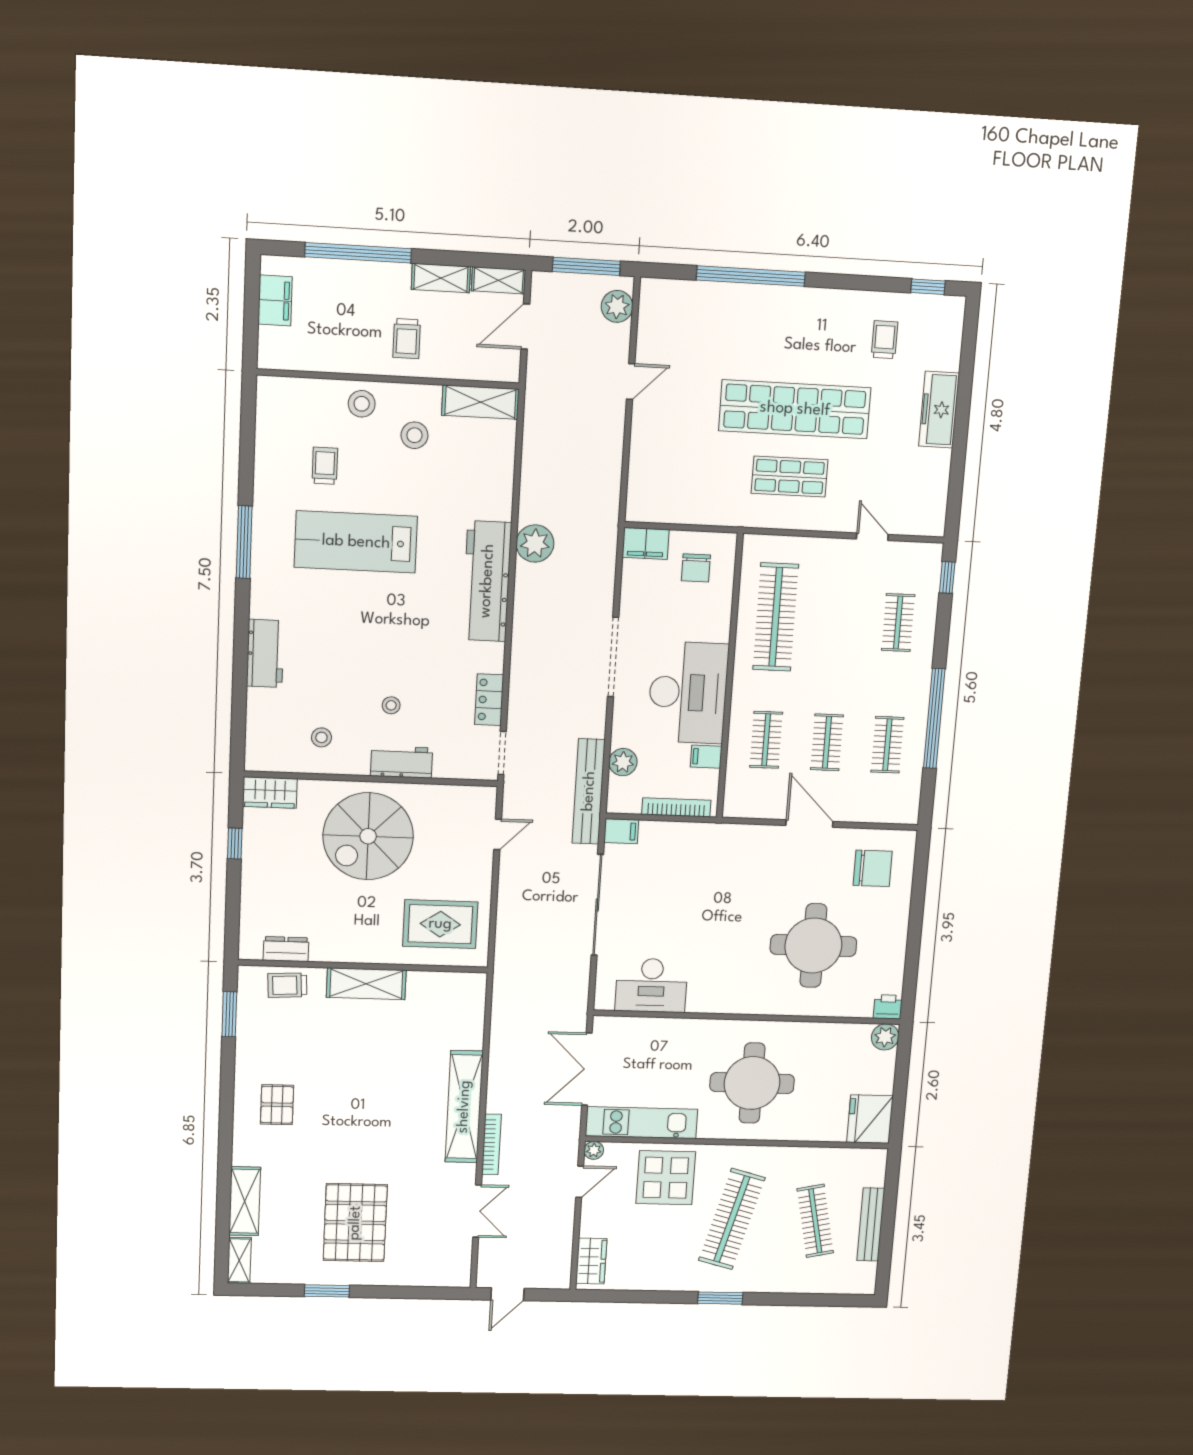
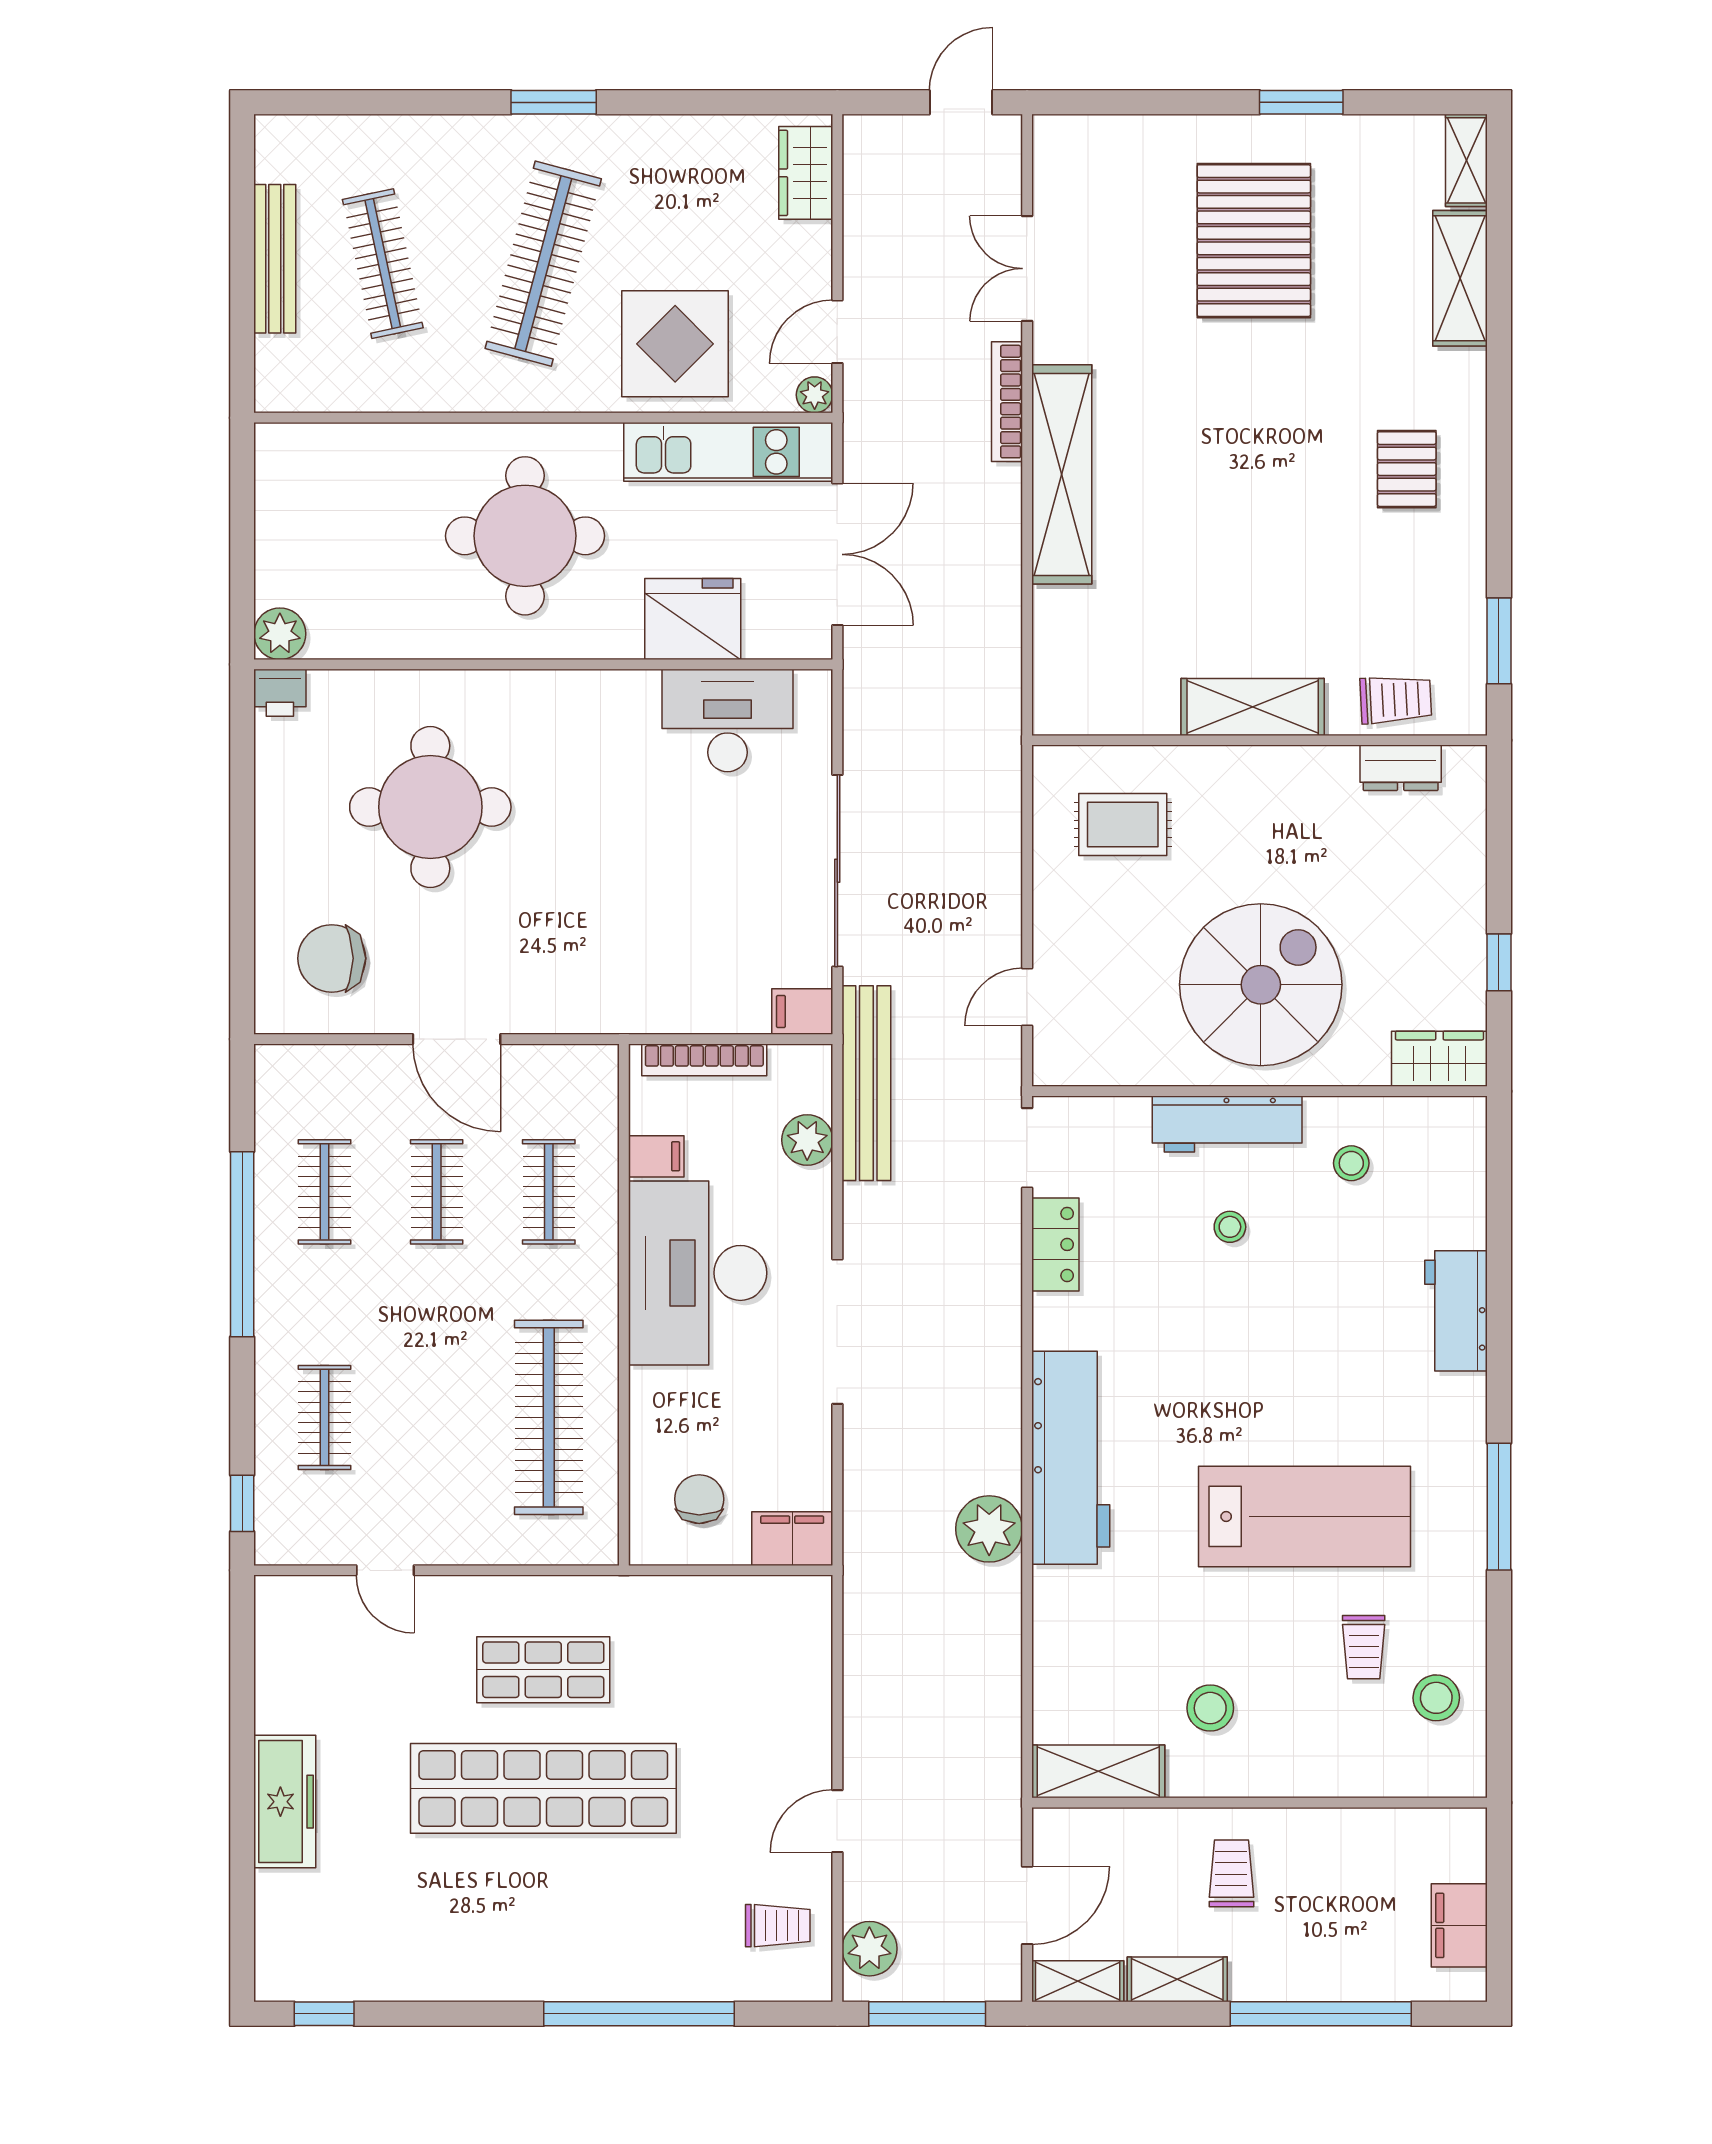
trolley: (885, 340) -> (778, 1926), moved, turned -90
stool: (362, 404) -> (1436, 1698), moved
workbench: (401, 762) -> (1227, 1124), width x1.37
rug: (440, 924) -> (1123, 825), width x0.73, depth x0.70
fridge: (870, 1119) -> (693, 619), moved, turned -90

